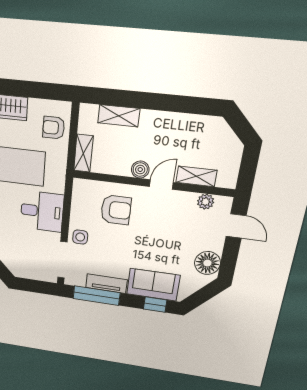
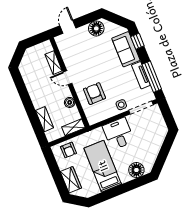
boiler: (140, 170) -> (70, 102), moved
plant: (206, 202) -> (64, 50), removed

